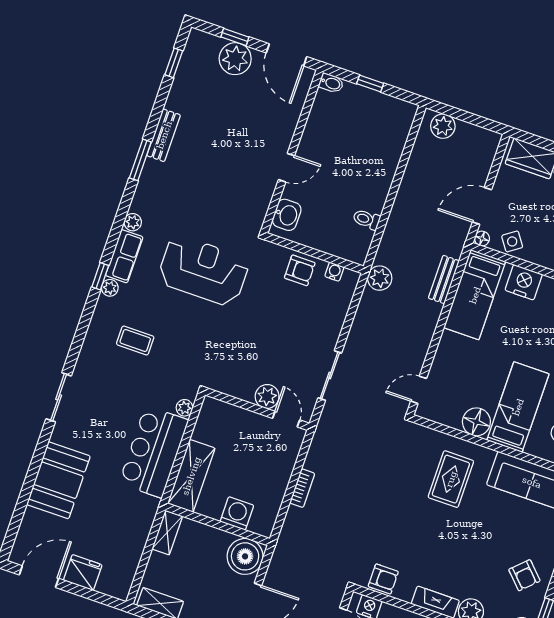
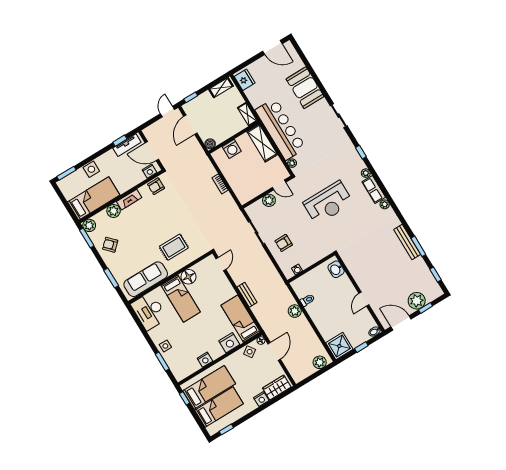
shower: (395, 117) -> (339, 346), added
bench: (164, 135) -> (407, 242), width x1.36
window: (140, 160) -> (418, 246), moved
door: (286, 168) -> (364, 299), moved
armchair: (300, 270) -> (284, 243), moved
reception desk: (203, 271) -> (328, 203), moved
window: (100, 276) -> (361, 152), moved
plant: (380, 278) -> (295, 311), moved
bench: (444, 279) -> (247, 295), moved
coffee table: (135, 340) -> (336, 166), removed
door: (286, 419) -> (279, 185), moved
bar counter: (154, 452) -> (280, 129), width x1.36
rug: (451, 479) -> (174, 247), turned 90
boiler: (245, 556) -> (210, 144), width x0.54, depth x0.54
fridge: (83, 573) -> (245, 80), moved, turned -90
door: (39, 577) -> (272, 47), hinge flipped

